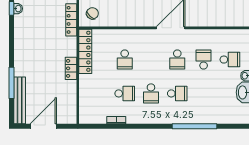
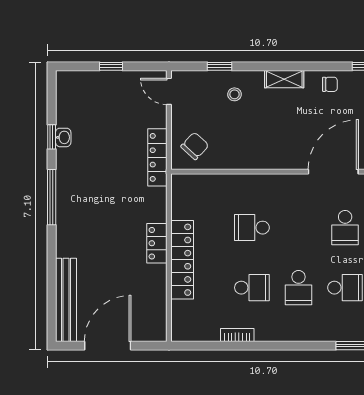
locker: (85, 51) -> (182, 260), moved
school desk: (125, 60) -> (252, 228), turned 90
window: (11, 83) -> (52, 197), moved

